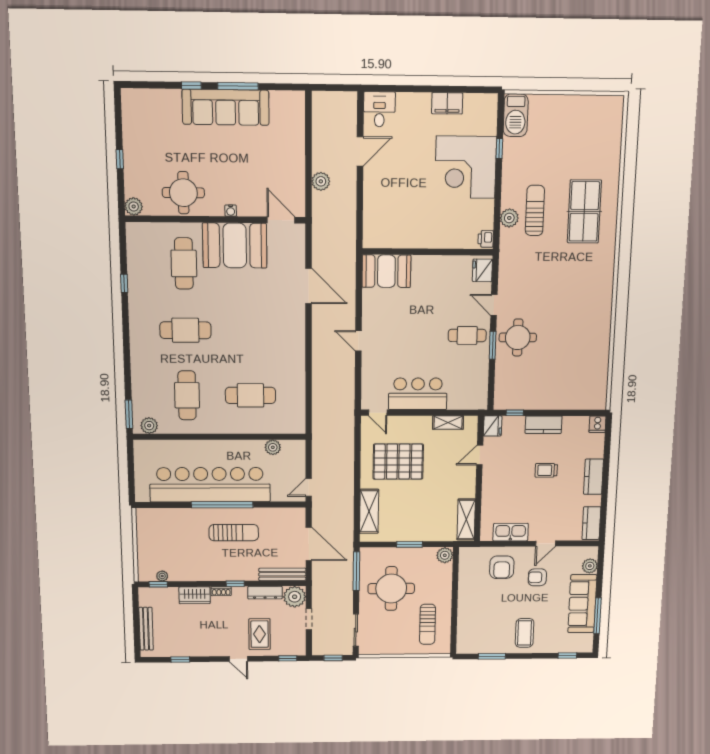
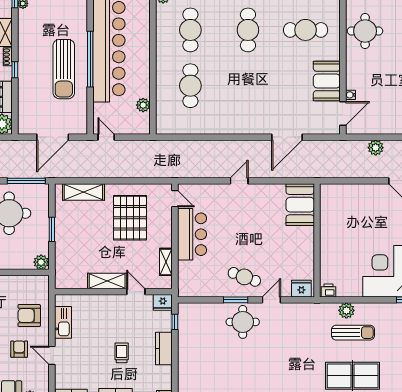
water cooler: (231, 211) -> (350, 95), moved
booth: (235, 245) -> (327, 81), width x0.73, depth x0.70
cafe table: (467, 335) -> (244, 277), turned -70
cafe table: (187, 395) -> (190, 30), turned 90
door: (378, 413) -> (175, 199), swing flipped
shelving: (466, 519) -> (107, 281), moved
sun lounger: (234, 533) -> (64, 69), width x1.36, depth x1.34
bench: (282, 574) -> (24, 113), removed

